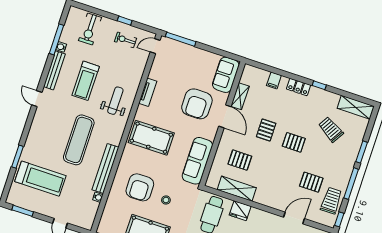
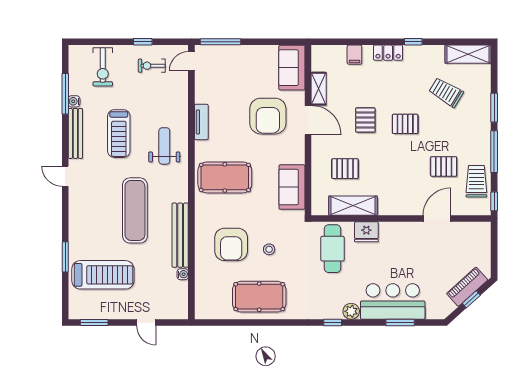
sofa: (197, 161) -> (292, 187), width x0.73

